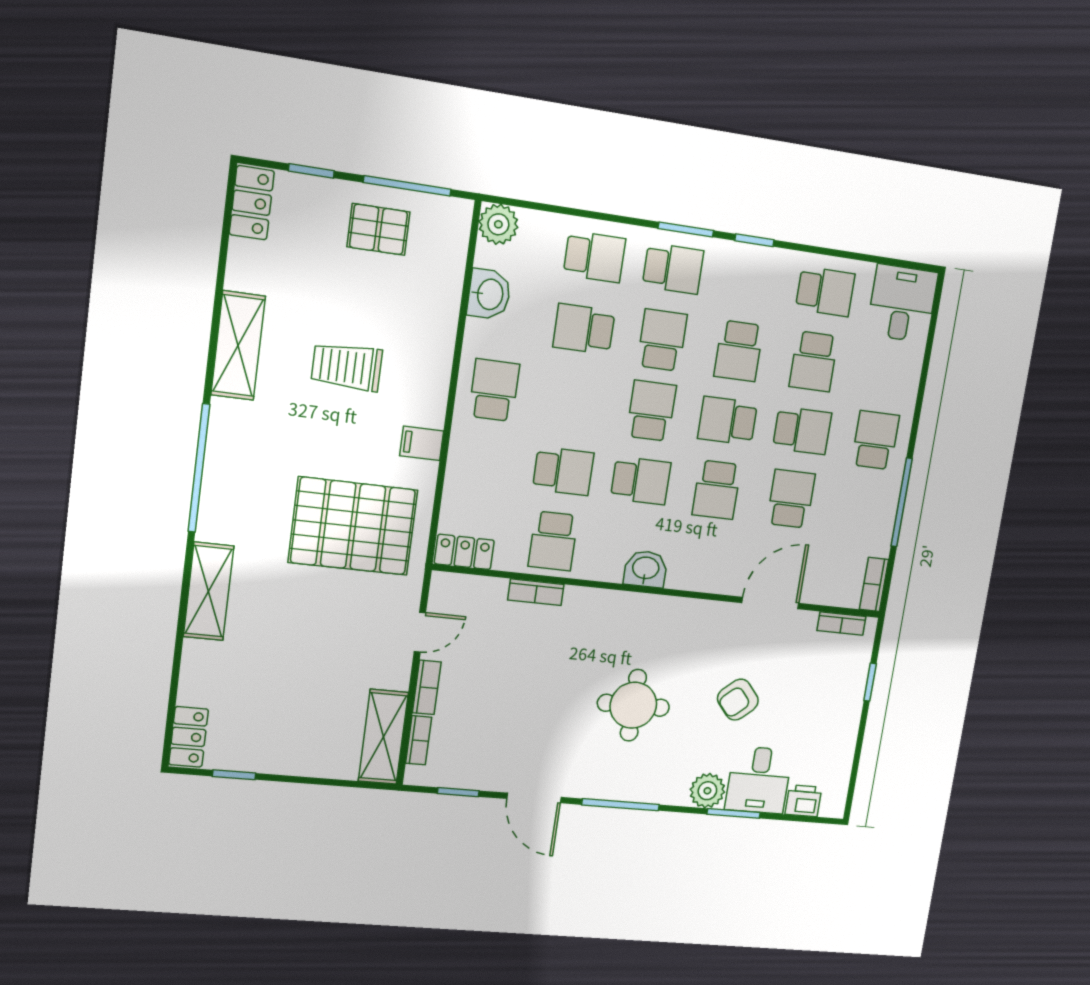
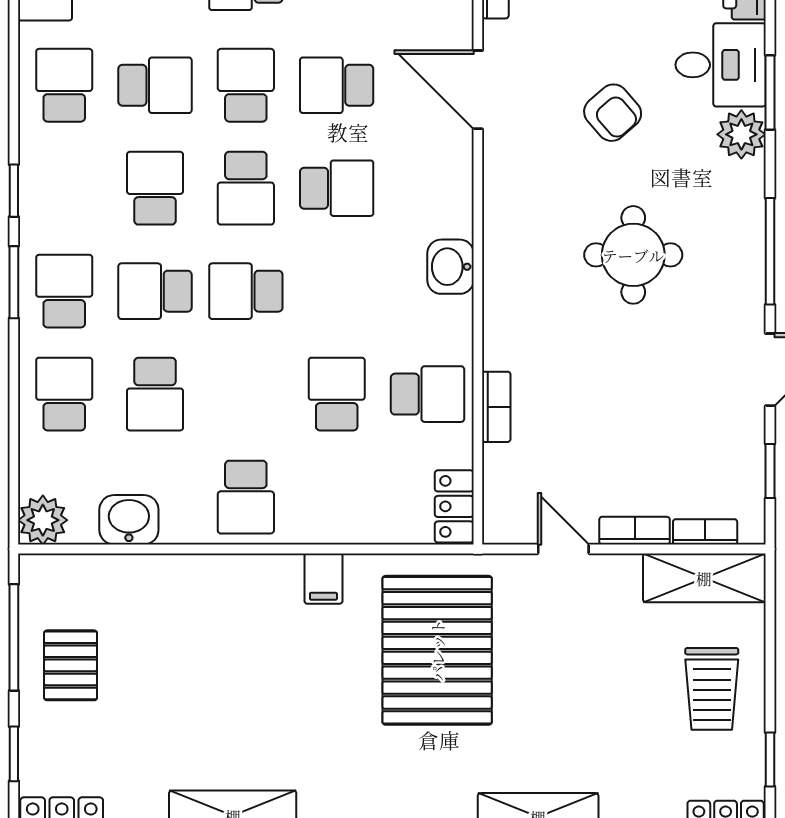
school desk: (739, 351) -> (155, 188), turned -90
trolley: (347, 367) -> (712, 689), moved
school desk: (494, 390) -> (246, 497), turned -90
school desk: (641, 481) -> (337, 291), removed

